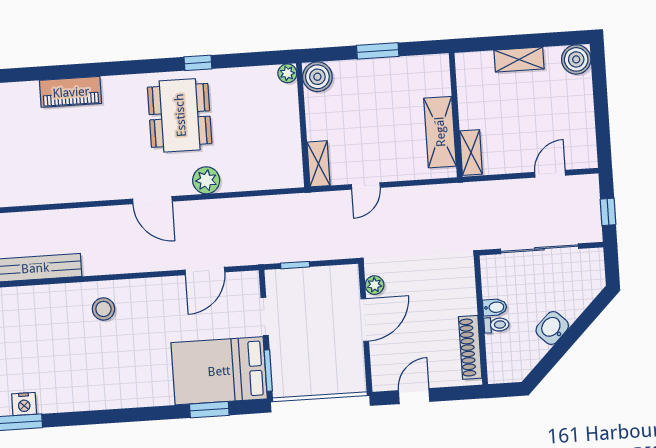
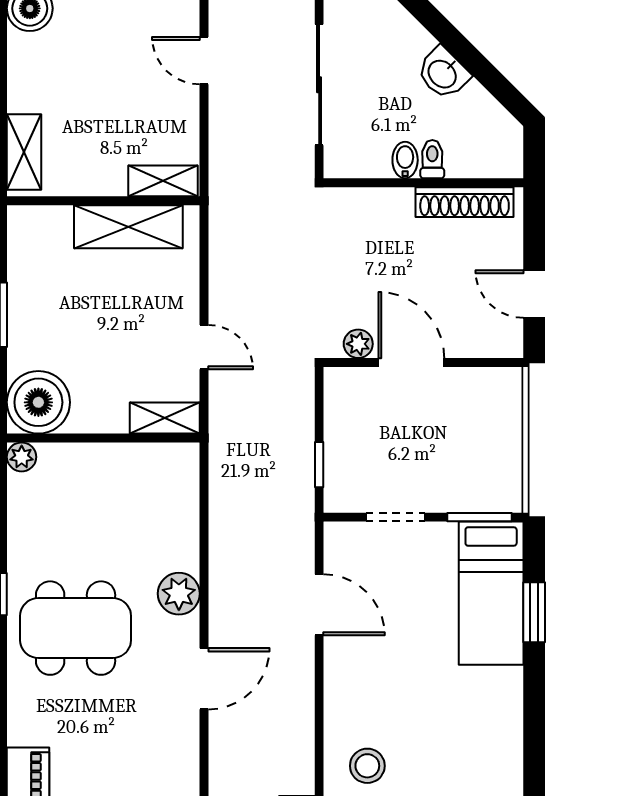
shelving: (519, 60) -> (24, 152), moved
boiler: (317, 77) -> (38, 402), width x1.37, depth x1.37
bed: (219, 371) -> (491, 593), width x0.67

